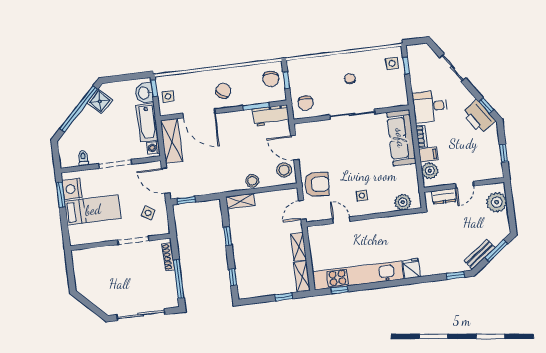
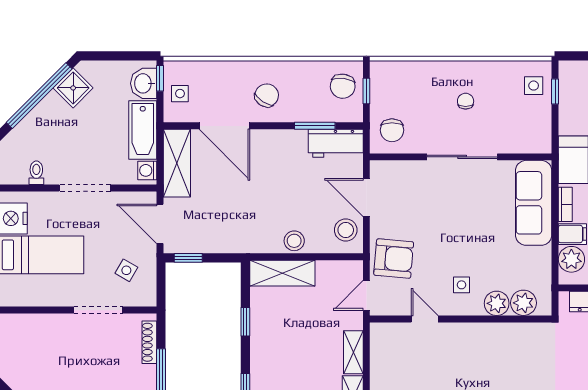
shelving: (240, 201) -> (282, 273), width x1.50, depth x1.33
plant: (386, 205) -> (497, 303), added

